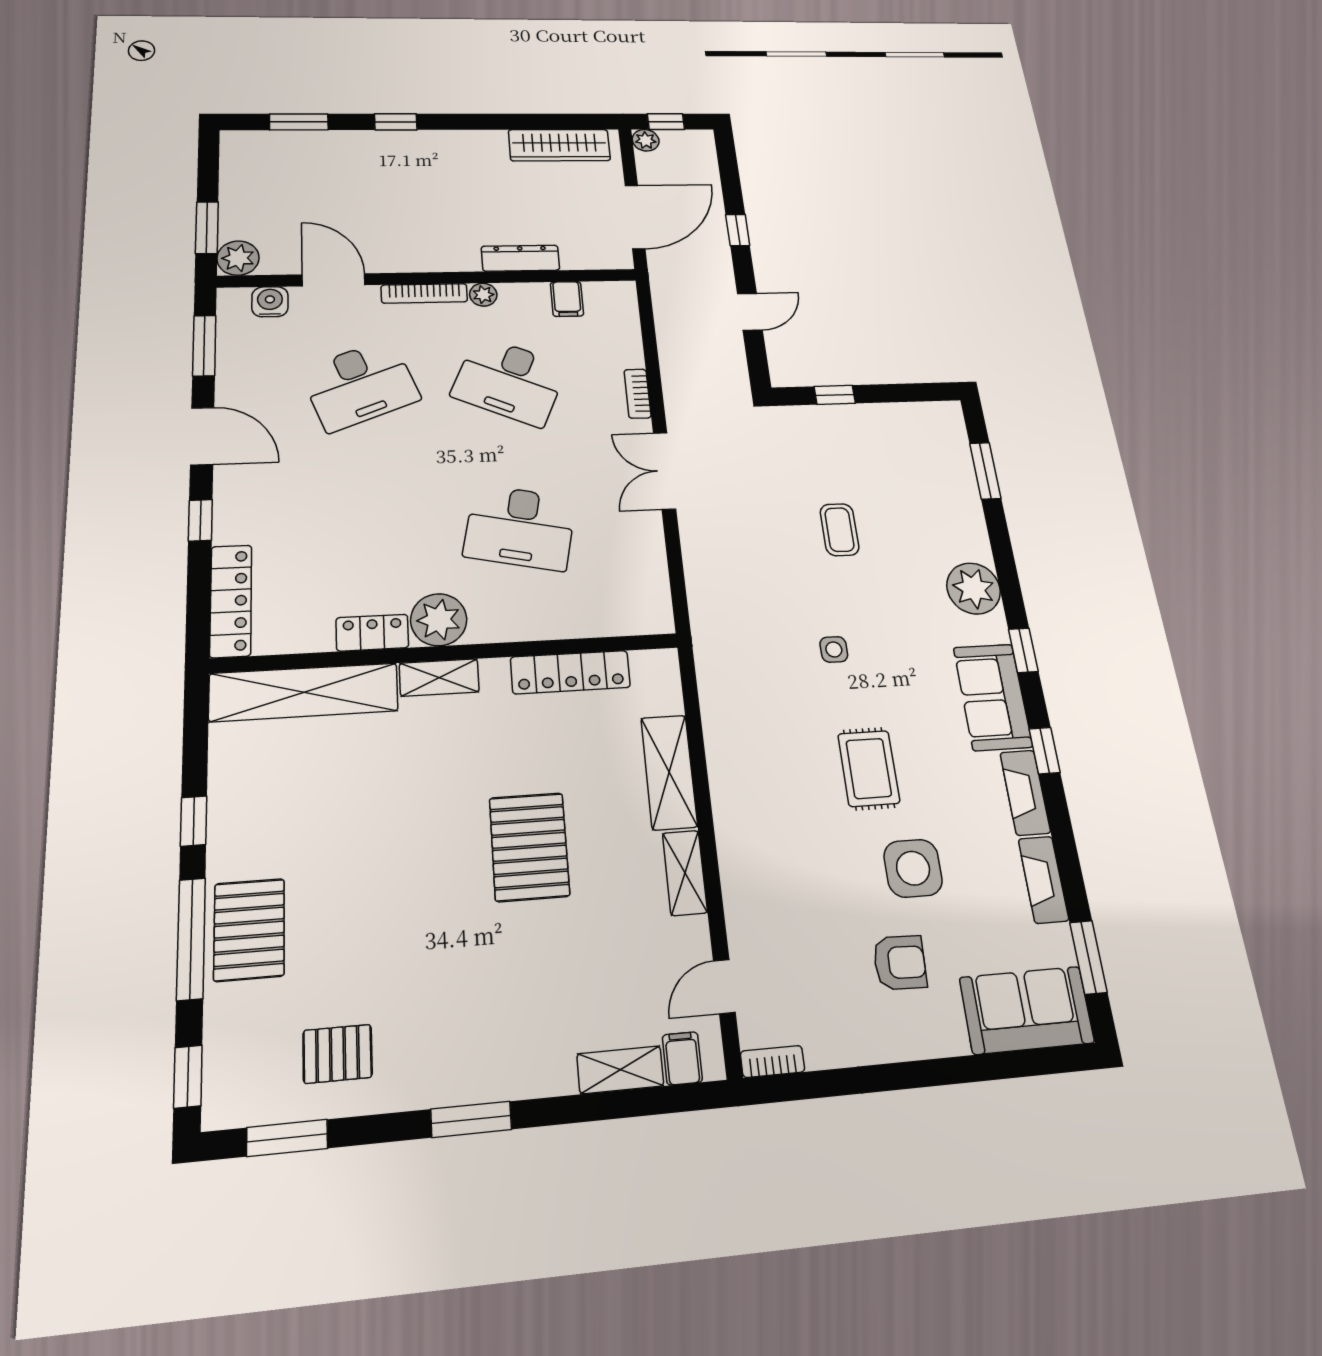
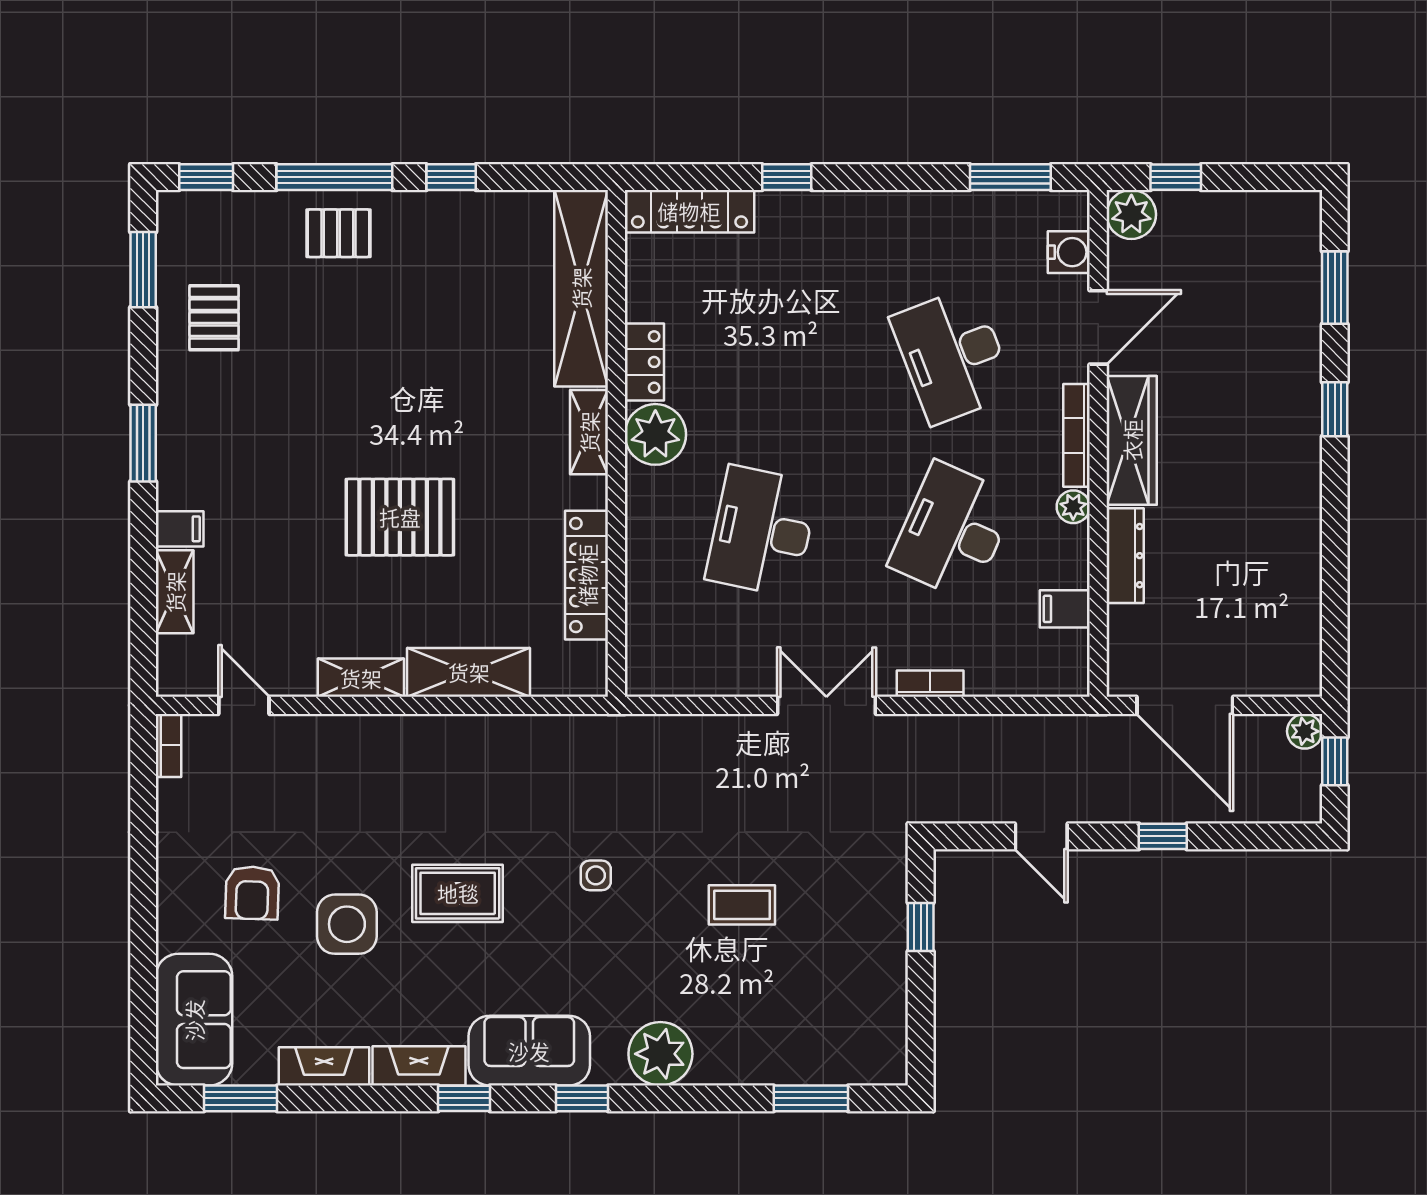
wardrobe: (559, 145) -> (1132, 440), moved, turned 180
window: (207, 228) -> (1176, 177), width x0.67
door: (202, 436) -> (892, 177), removed
pallet: (249, 930) -> (338, 233), width x0.67, depth x0.71
filing cabinet: (682, 1058) -> (180, 529), moved

